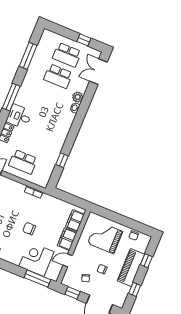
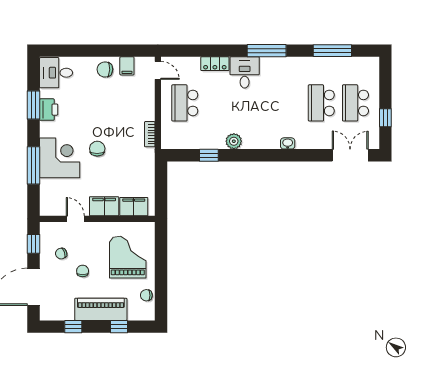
plant: (78, 97) -> (234, 141), moved
corner desk: (36, 259) -> (60, 158), moved
window: (37, 279) -> (34, 165), moved

